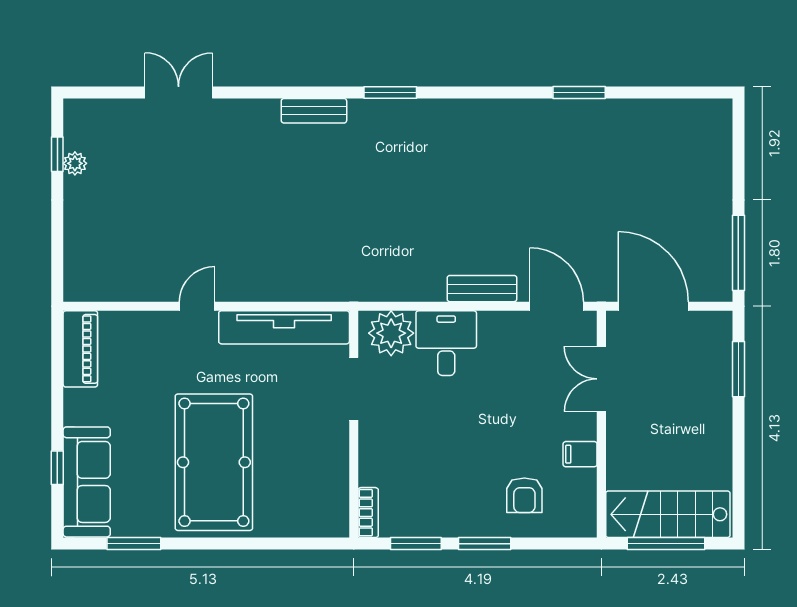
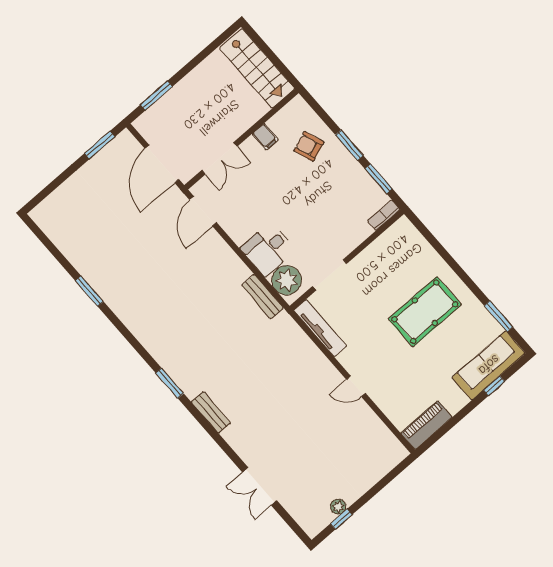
window: (738, 253) -> (100, 145), width x0.69
bench: (482, 289) -> (262, 297), moved
tv unit: (284, 327) -> (320, 328), width x0.73, depth x0.78
pool table: (214, 462) -> (425, 312), width x0.73, depth x0.76
armchair: (524, 495) -> (309, 146), turned -110
window: (666, 544) -> (272, 57), removed

